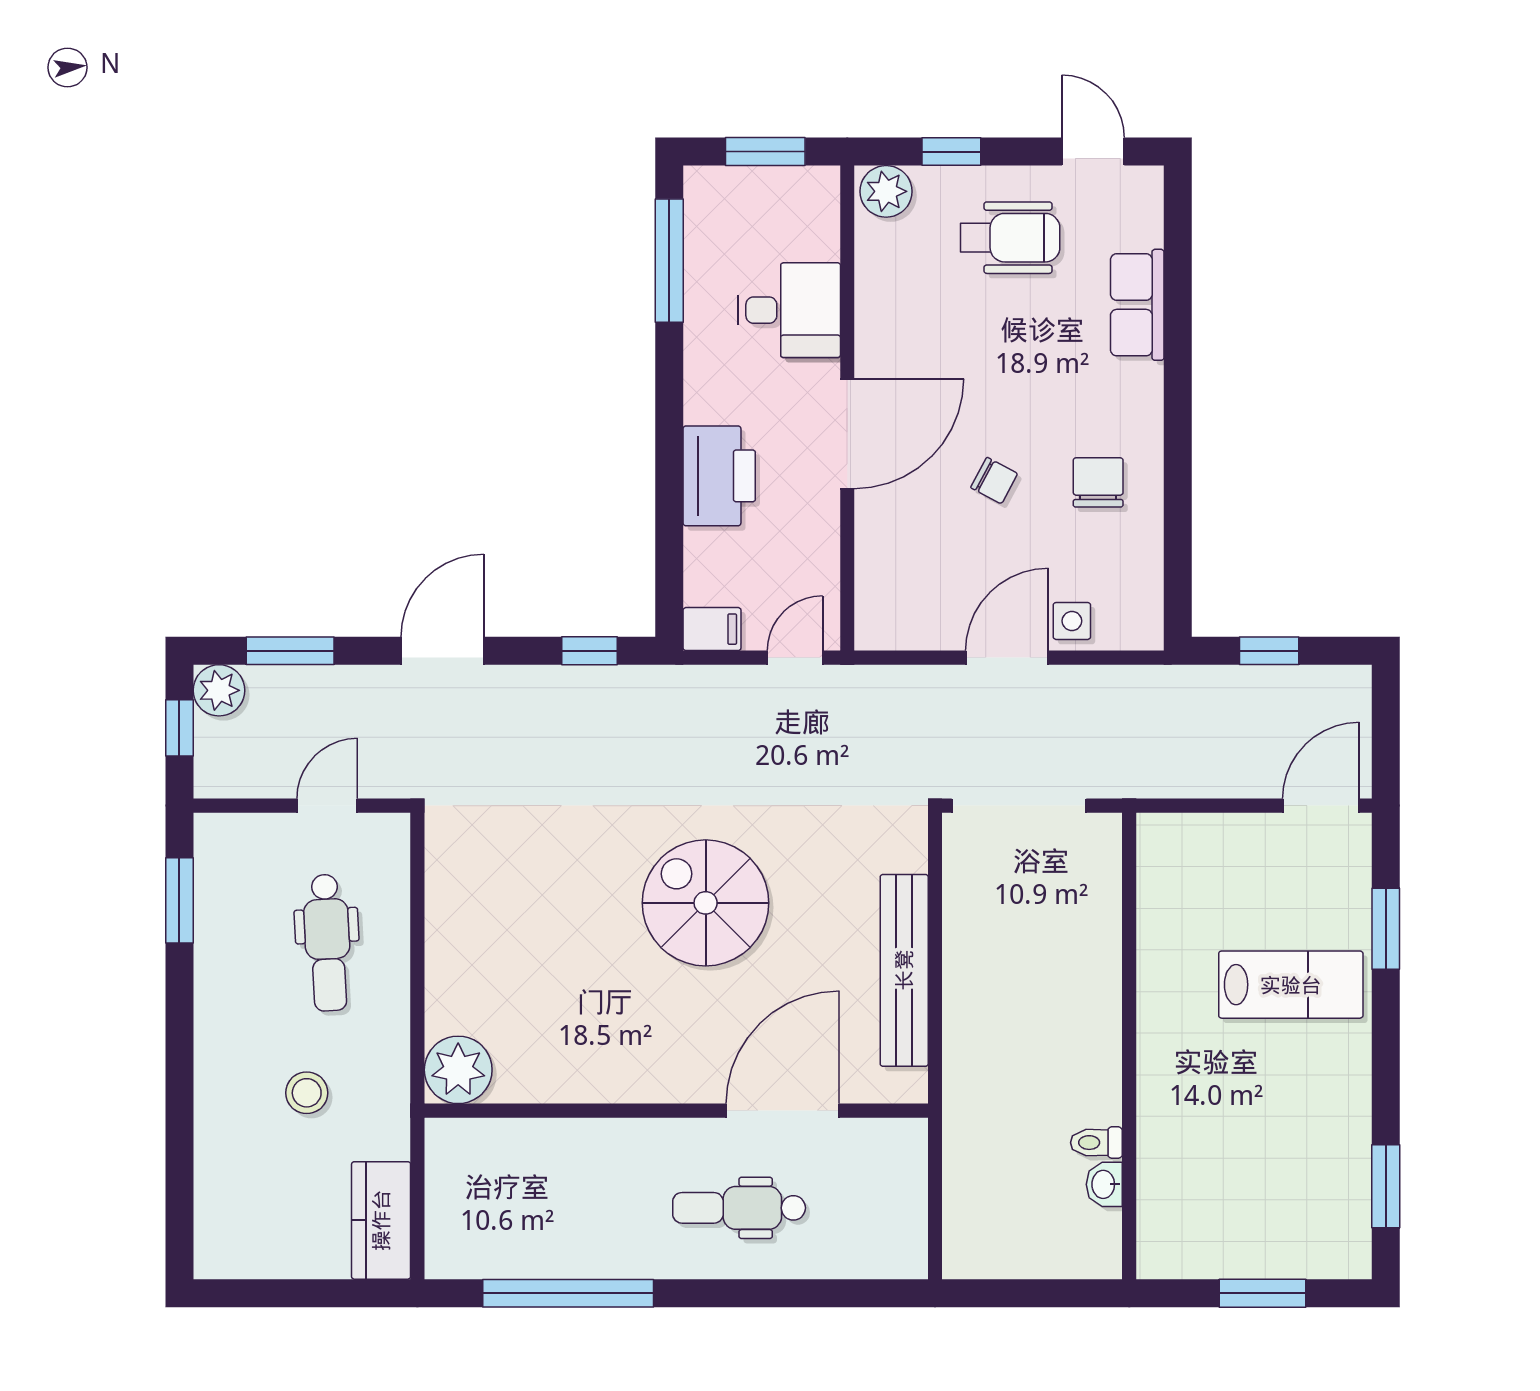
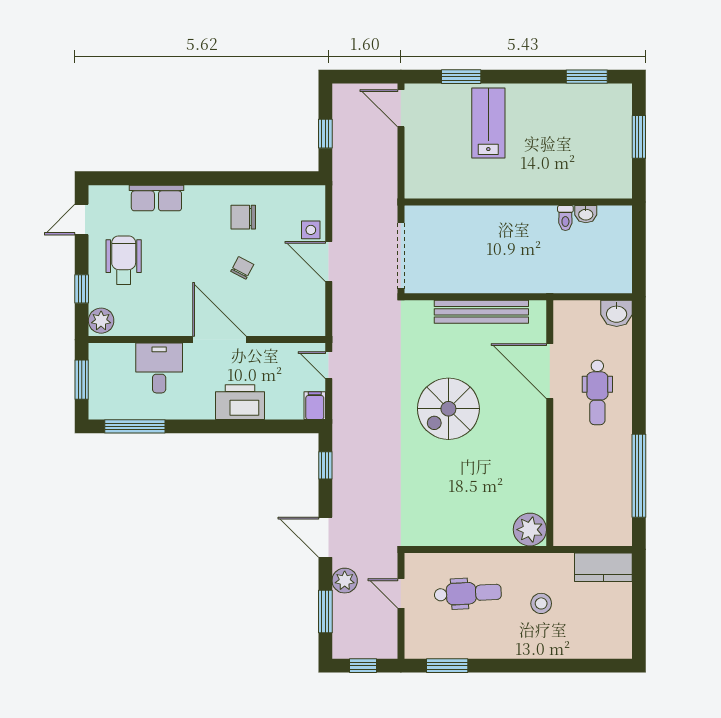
plant: (219, 690) -> (345, 581), moved
washbasin: (901, 1247) -> (617, 313), added

